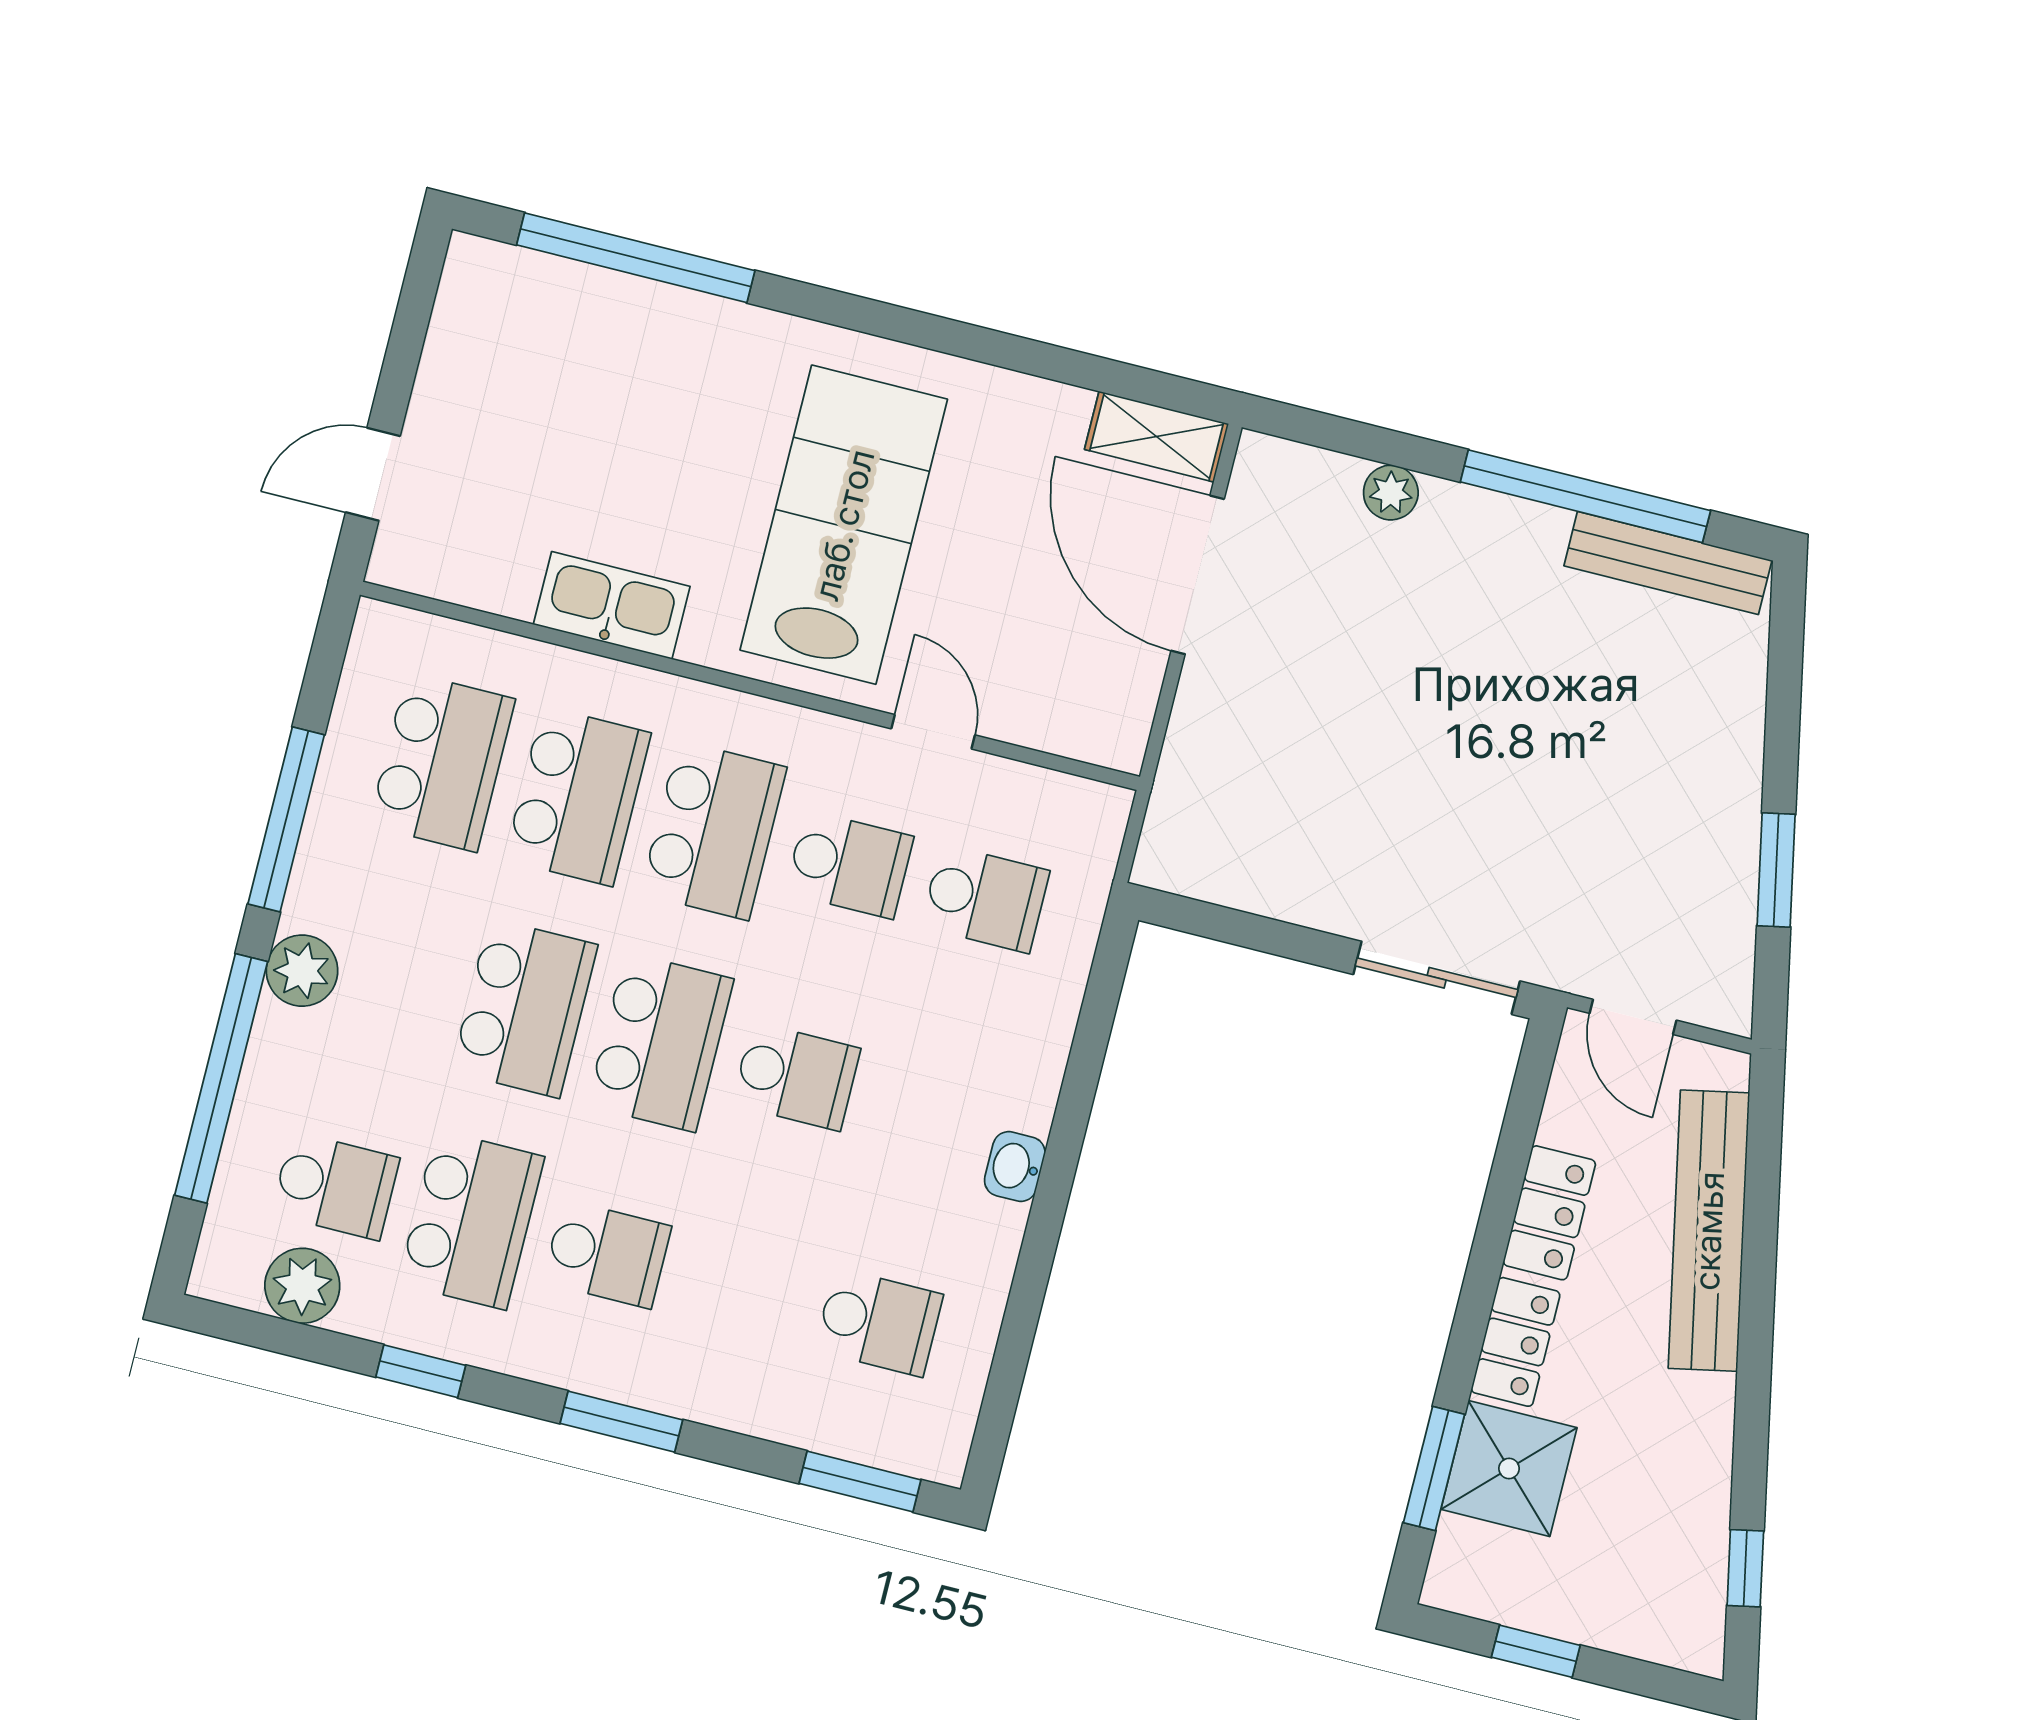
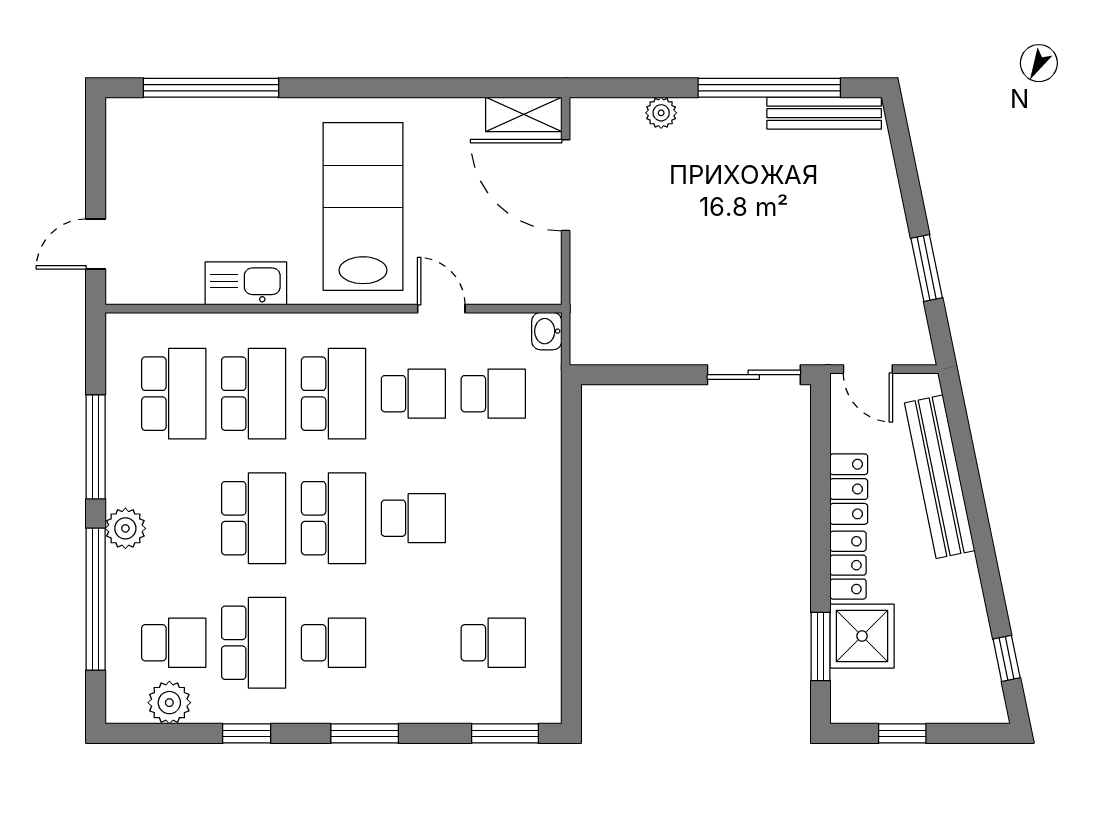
washbasin: (1015, 1167) -> (547, 331), moved

